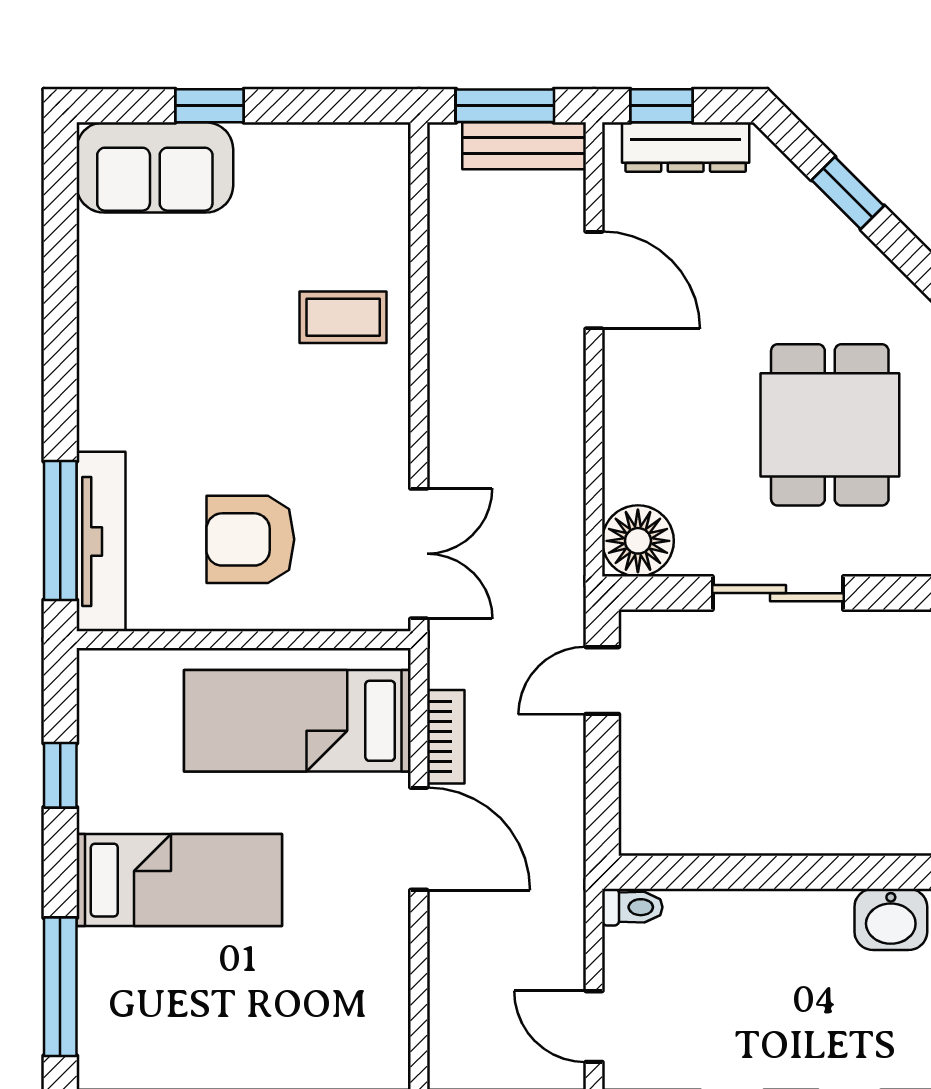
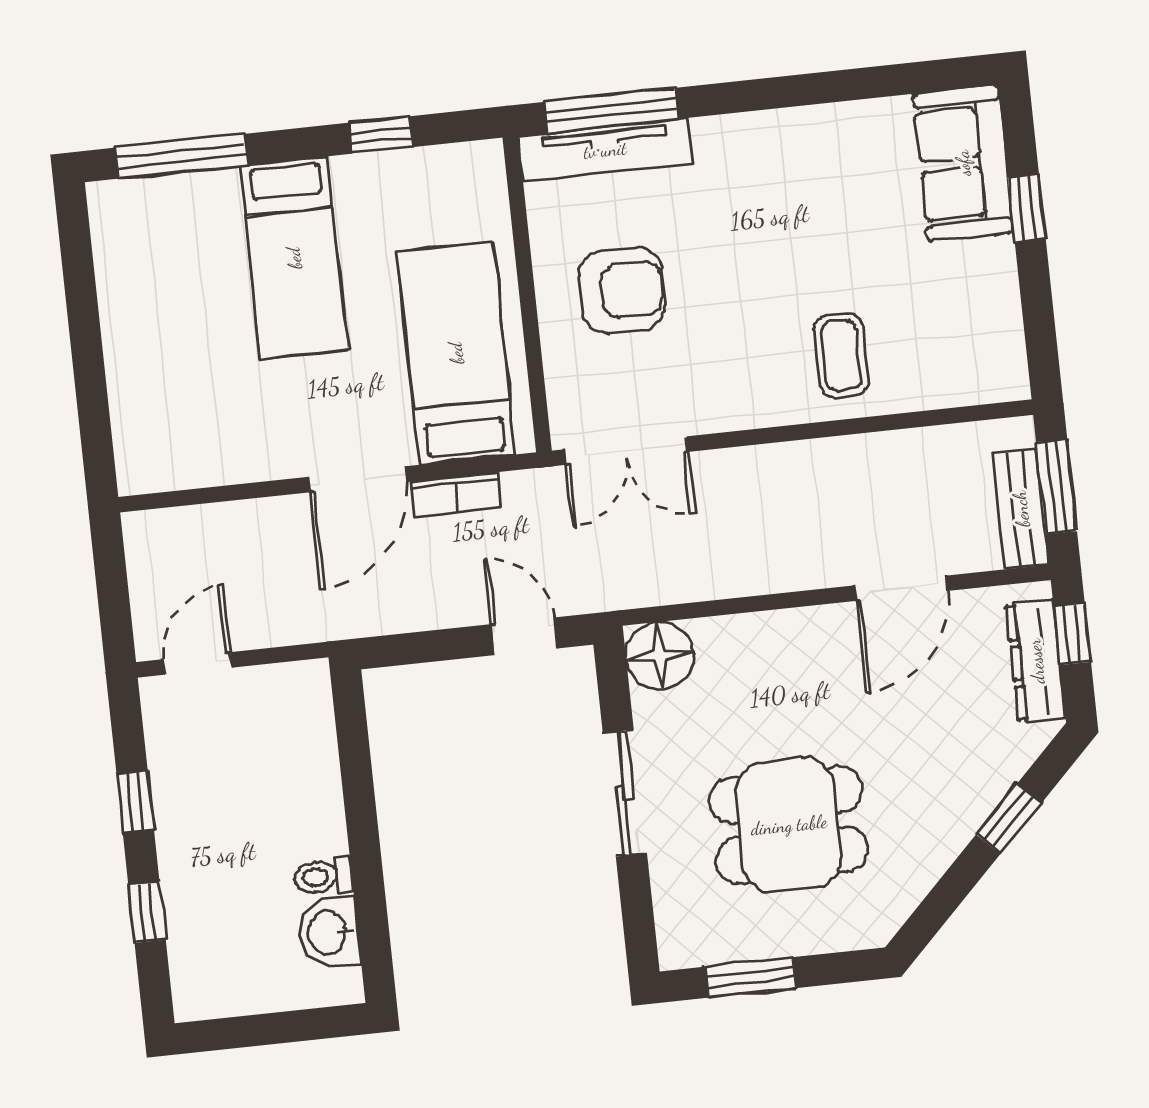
armchair: (250, 539) -> (622, 290), turned 90
toilet: (632, 907) -> (323, 877), moved, turned 90

